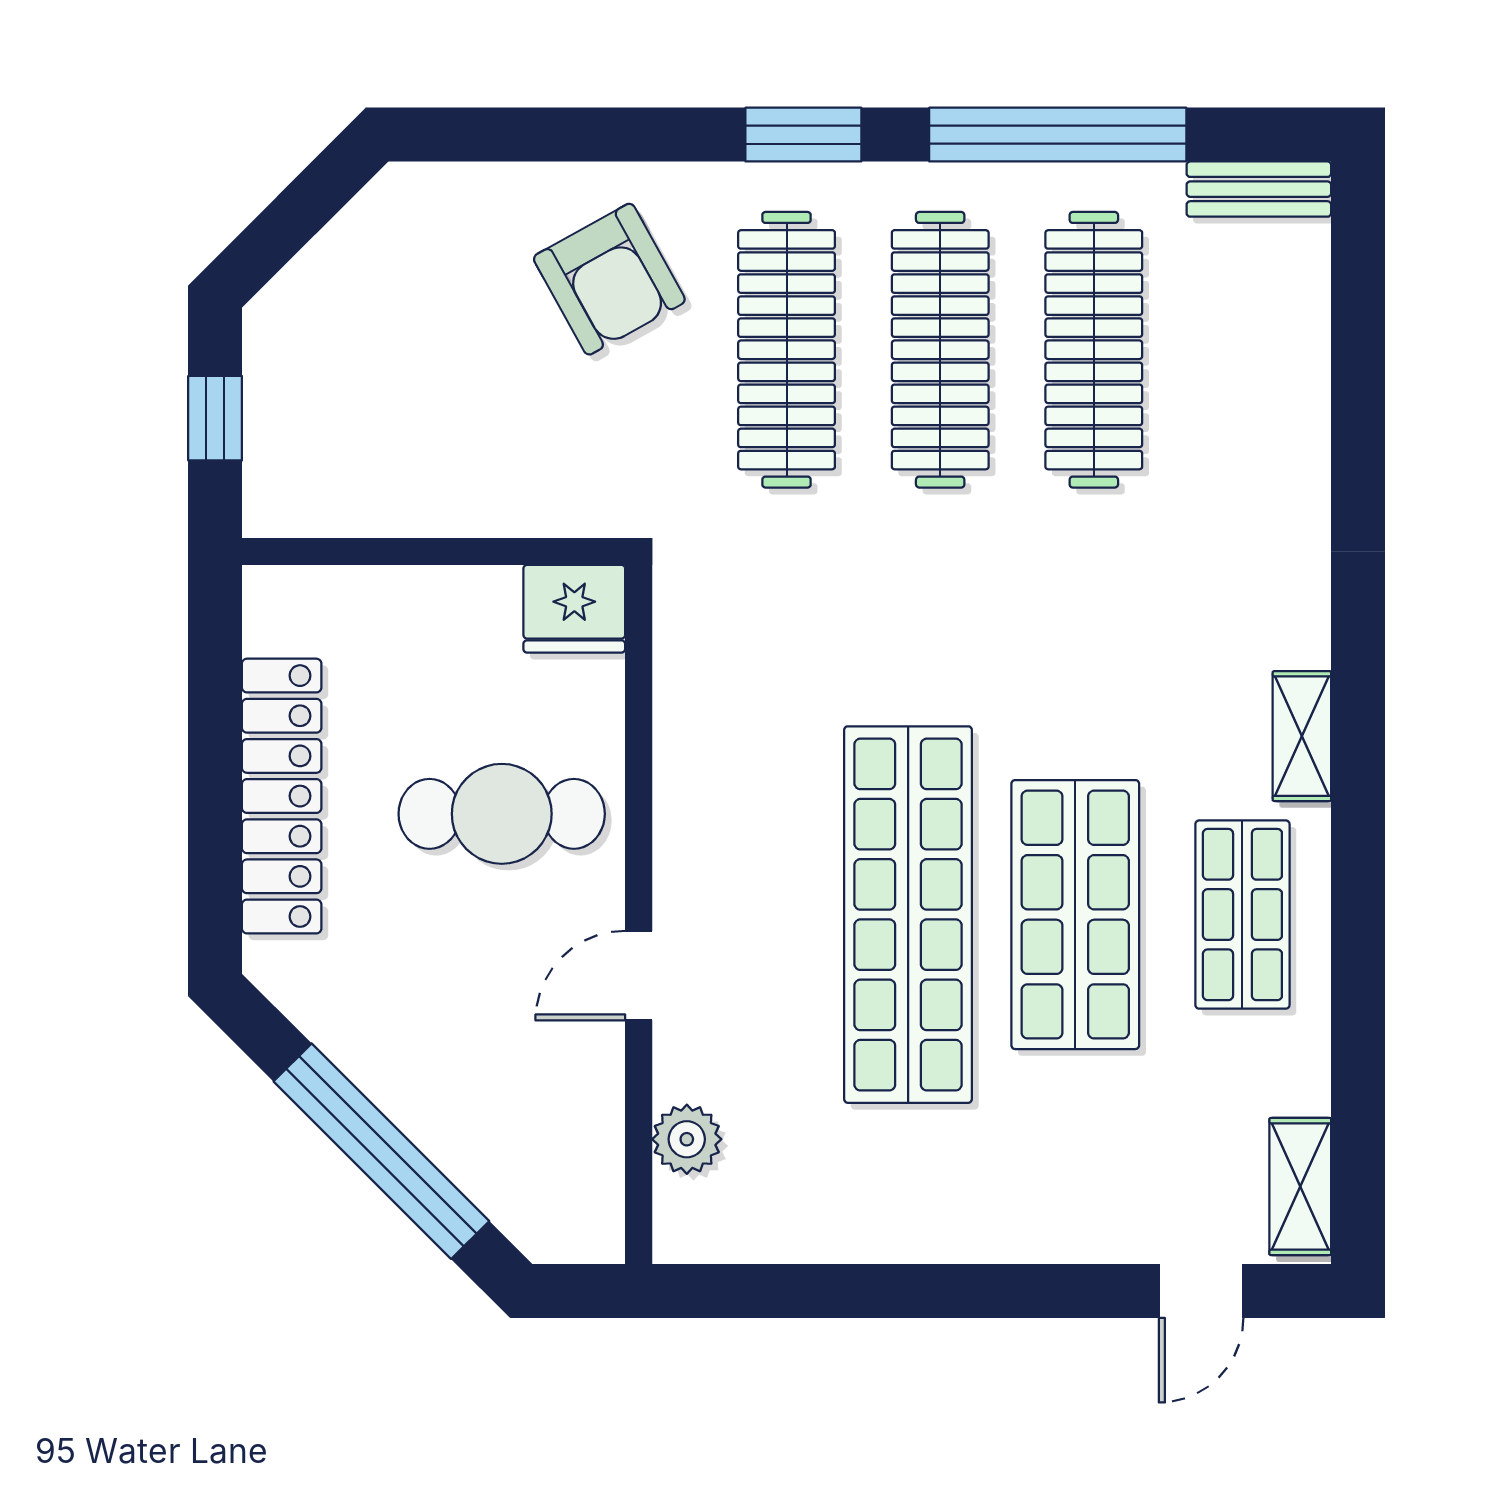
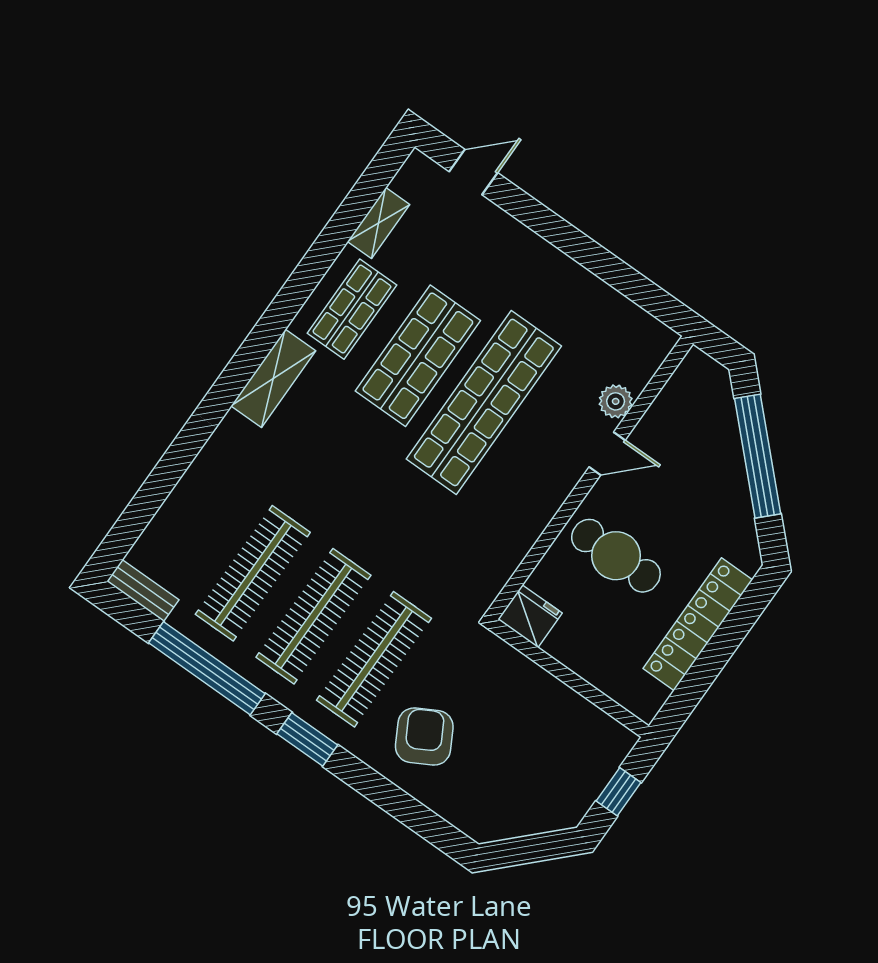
shelving: (1302, 736) -> (273, 378), width x1.50, depth x1.33
plant: (687, 1139) -> (616, 401), moved
shelving: (1300, 1187) -> (379, 223), moved

